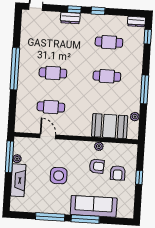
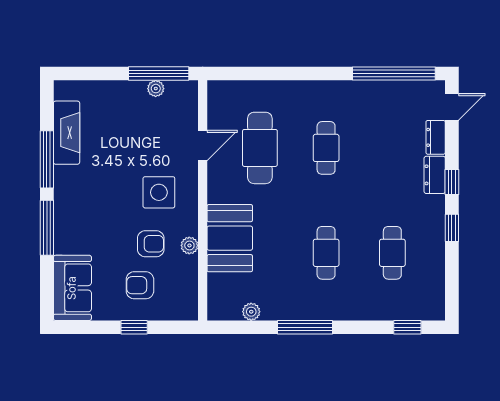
dresser: (136, 22) -> (436, 137), moved
window: (15, 69) -> (394, 74), moved
cafe table: (51, 107) -> (260, 148), width x1.37, depth x1.35
booth: (110, 126) -> (230, 238), moved
armchair: (97, 166) -> (151, 244), turned -94
side table: (59, 176) -> (159, 192), moved
fireplace: (18, 180) -> (67, 133), moved, turned -90
sofa: (94, 206) -> (72, 288), moved, width x0.73

